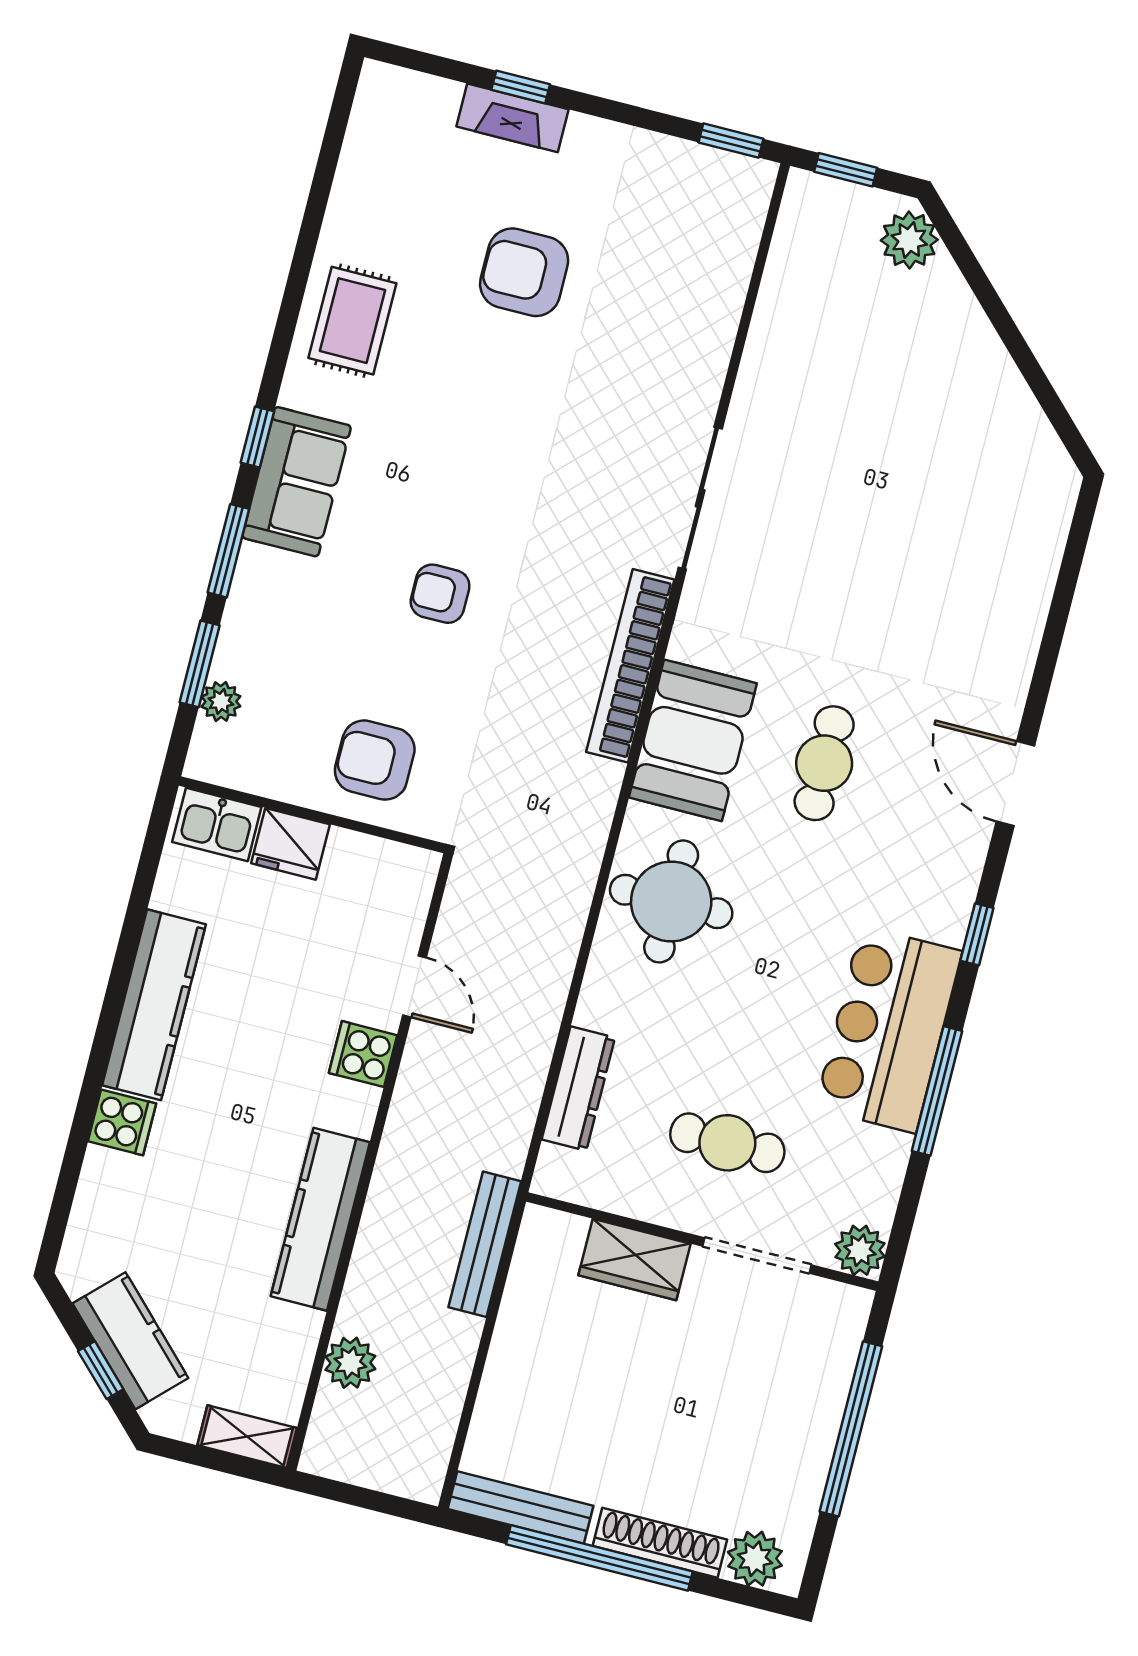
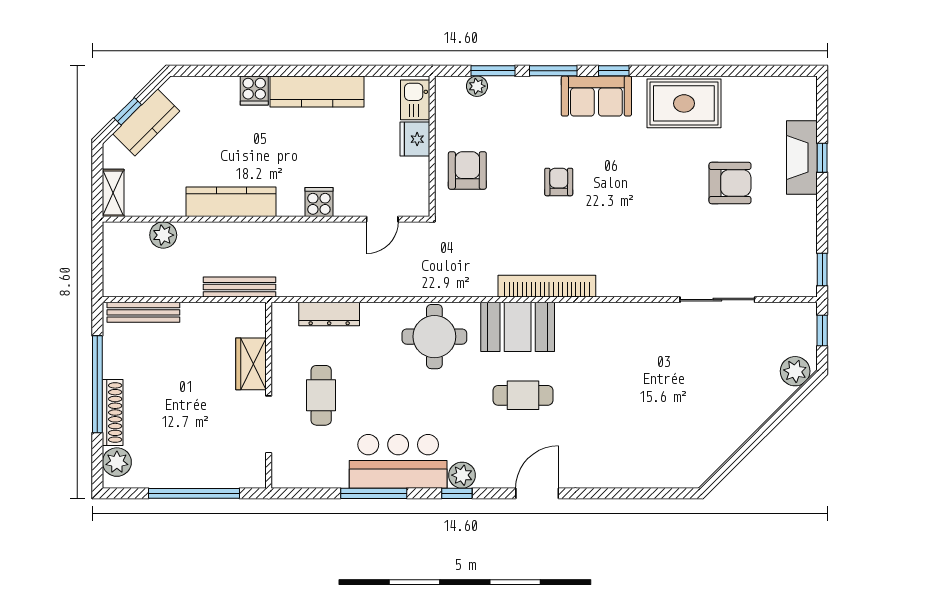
fireplace: (512, 118) -> (802, 158), width x1.37, depth x1.32
armchair: (524, 272) -> (730, 183), turned 90
rug: (352, 321) -> (684, 103), width x1.36, depth x1.43
sliding door: (700, 498) -> (717, 300), moved
door: (415, 986) -> (382, 219), moved
plant: (860, 1250) -> (462, 475), moved
bench: (520, 1507) -> (143, 312), moved, turned 90

